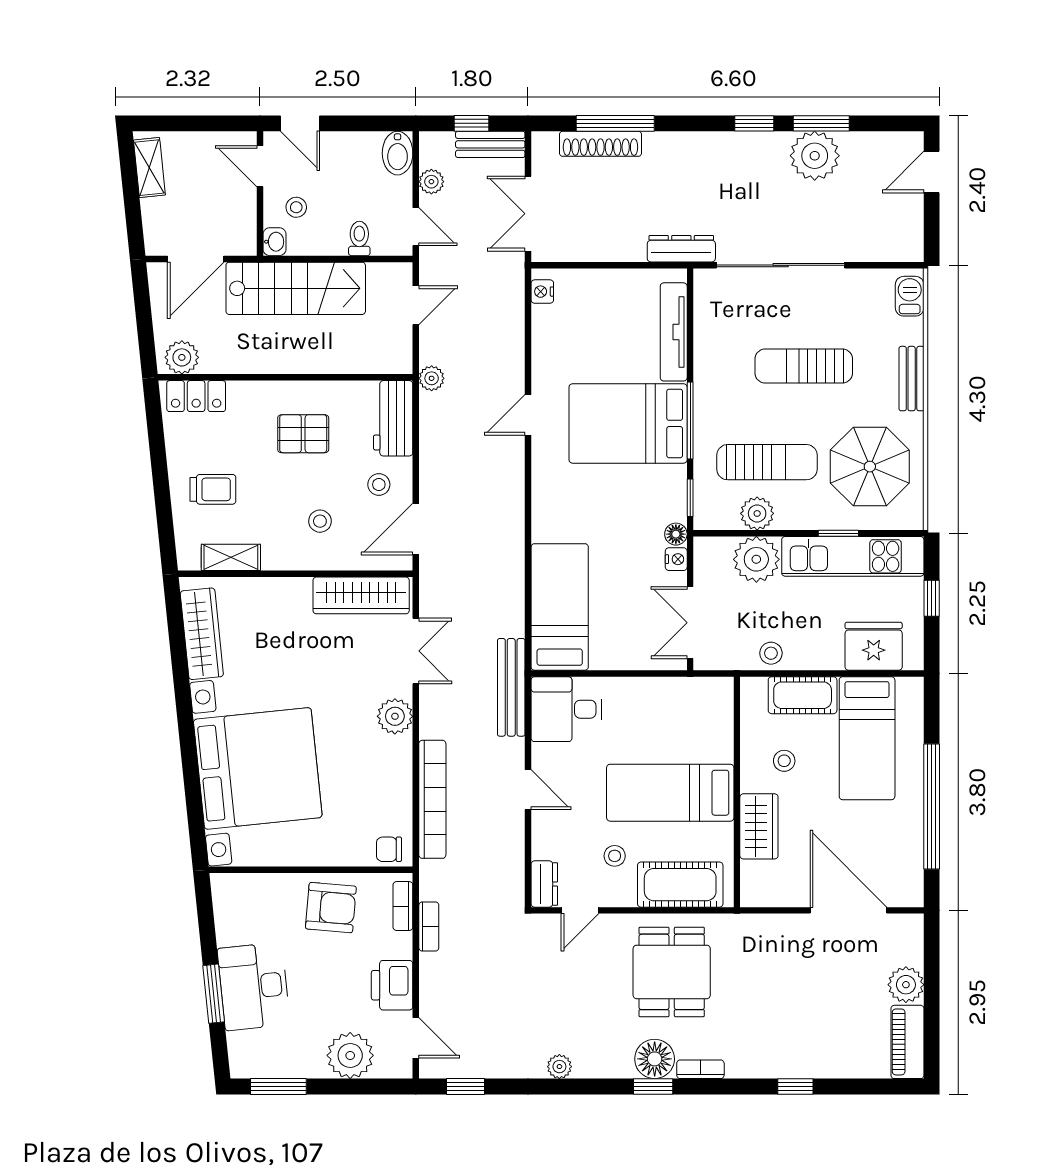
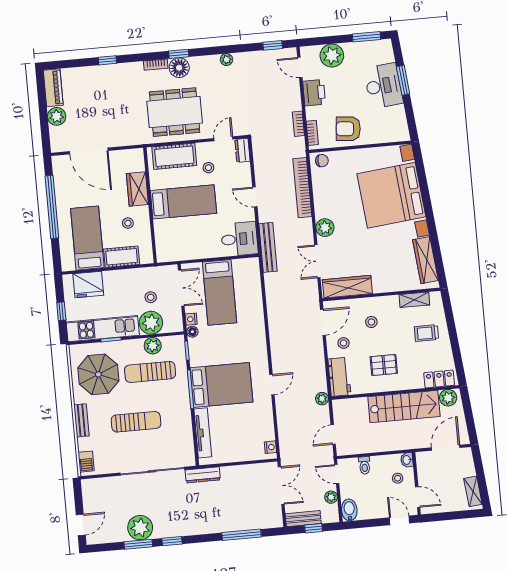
shoe rack: (600, 144) -> (248, 524), removed
stairs: (296, 288) -> (404, 407), moved, turned 180
bed: (560, 607) -> (219, 292), moved
stool: (771, 653) -> (151, 297), moved
dining table: (672, 972) -> (175, 112), width x1.38

